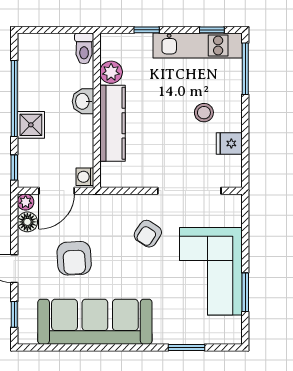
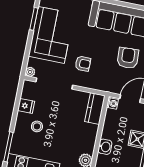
kitchen counter: (113, 123) -> (95, 109), moved, width x0.67
plant: (234, 202) -> (30, 72), added
armchair: (148, 234) -> (83, 64), turned 57

